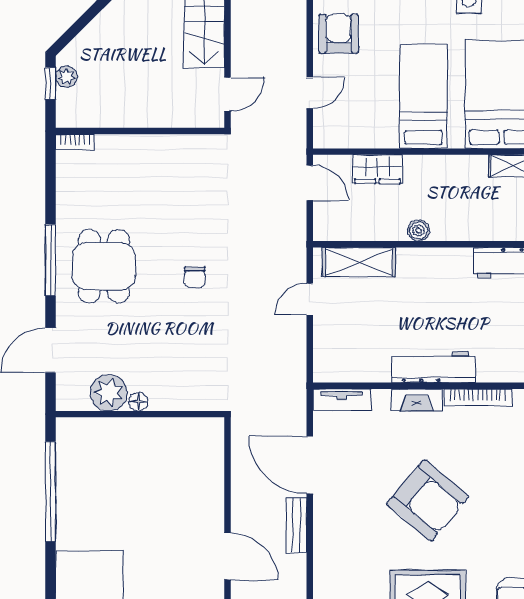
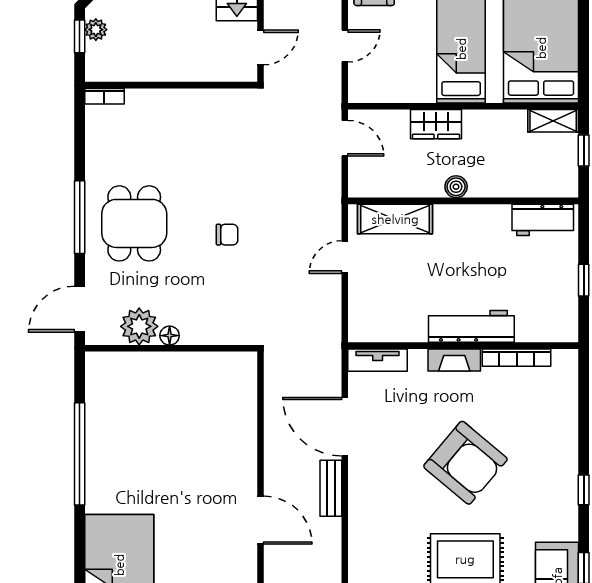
wardrobe: (377, 169) -> (436, 124), moved
chair: (195, 277) -> (227, 235), turned -90
plant: (109, 393) -> (139, 326), moved
floor lamp: (138, 402) -> (170, 336), moved
wall: (140, 414) -> (171, 348), moved

